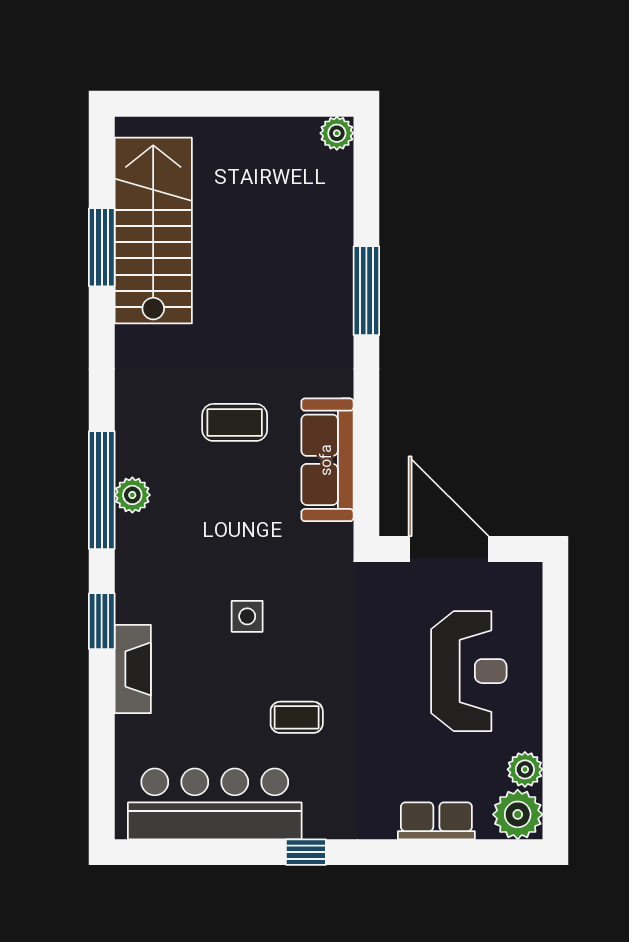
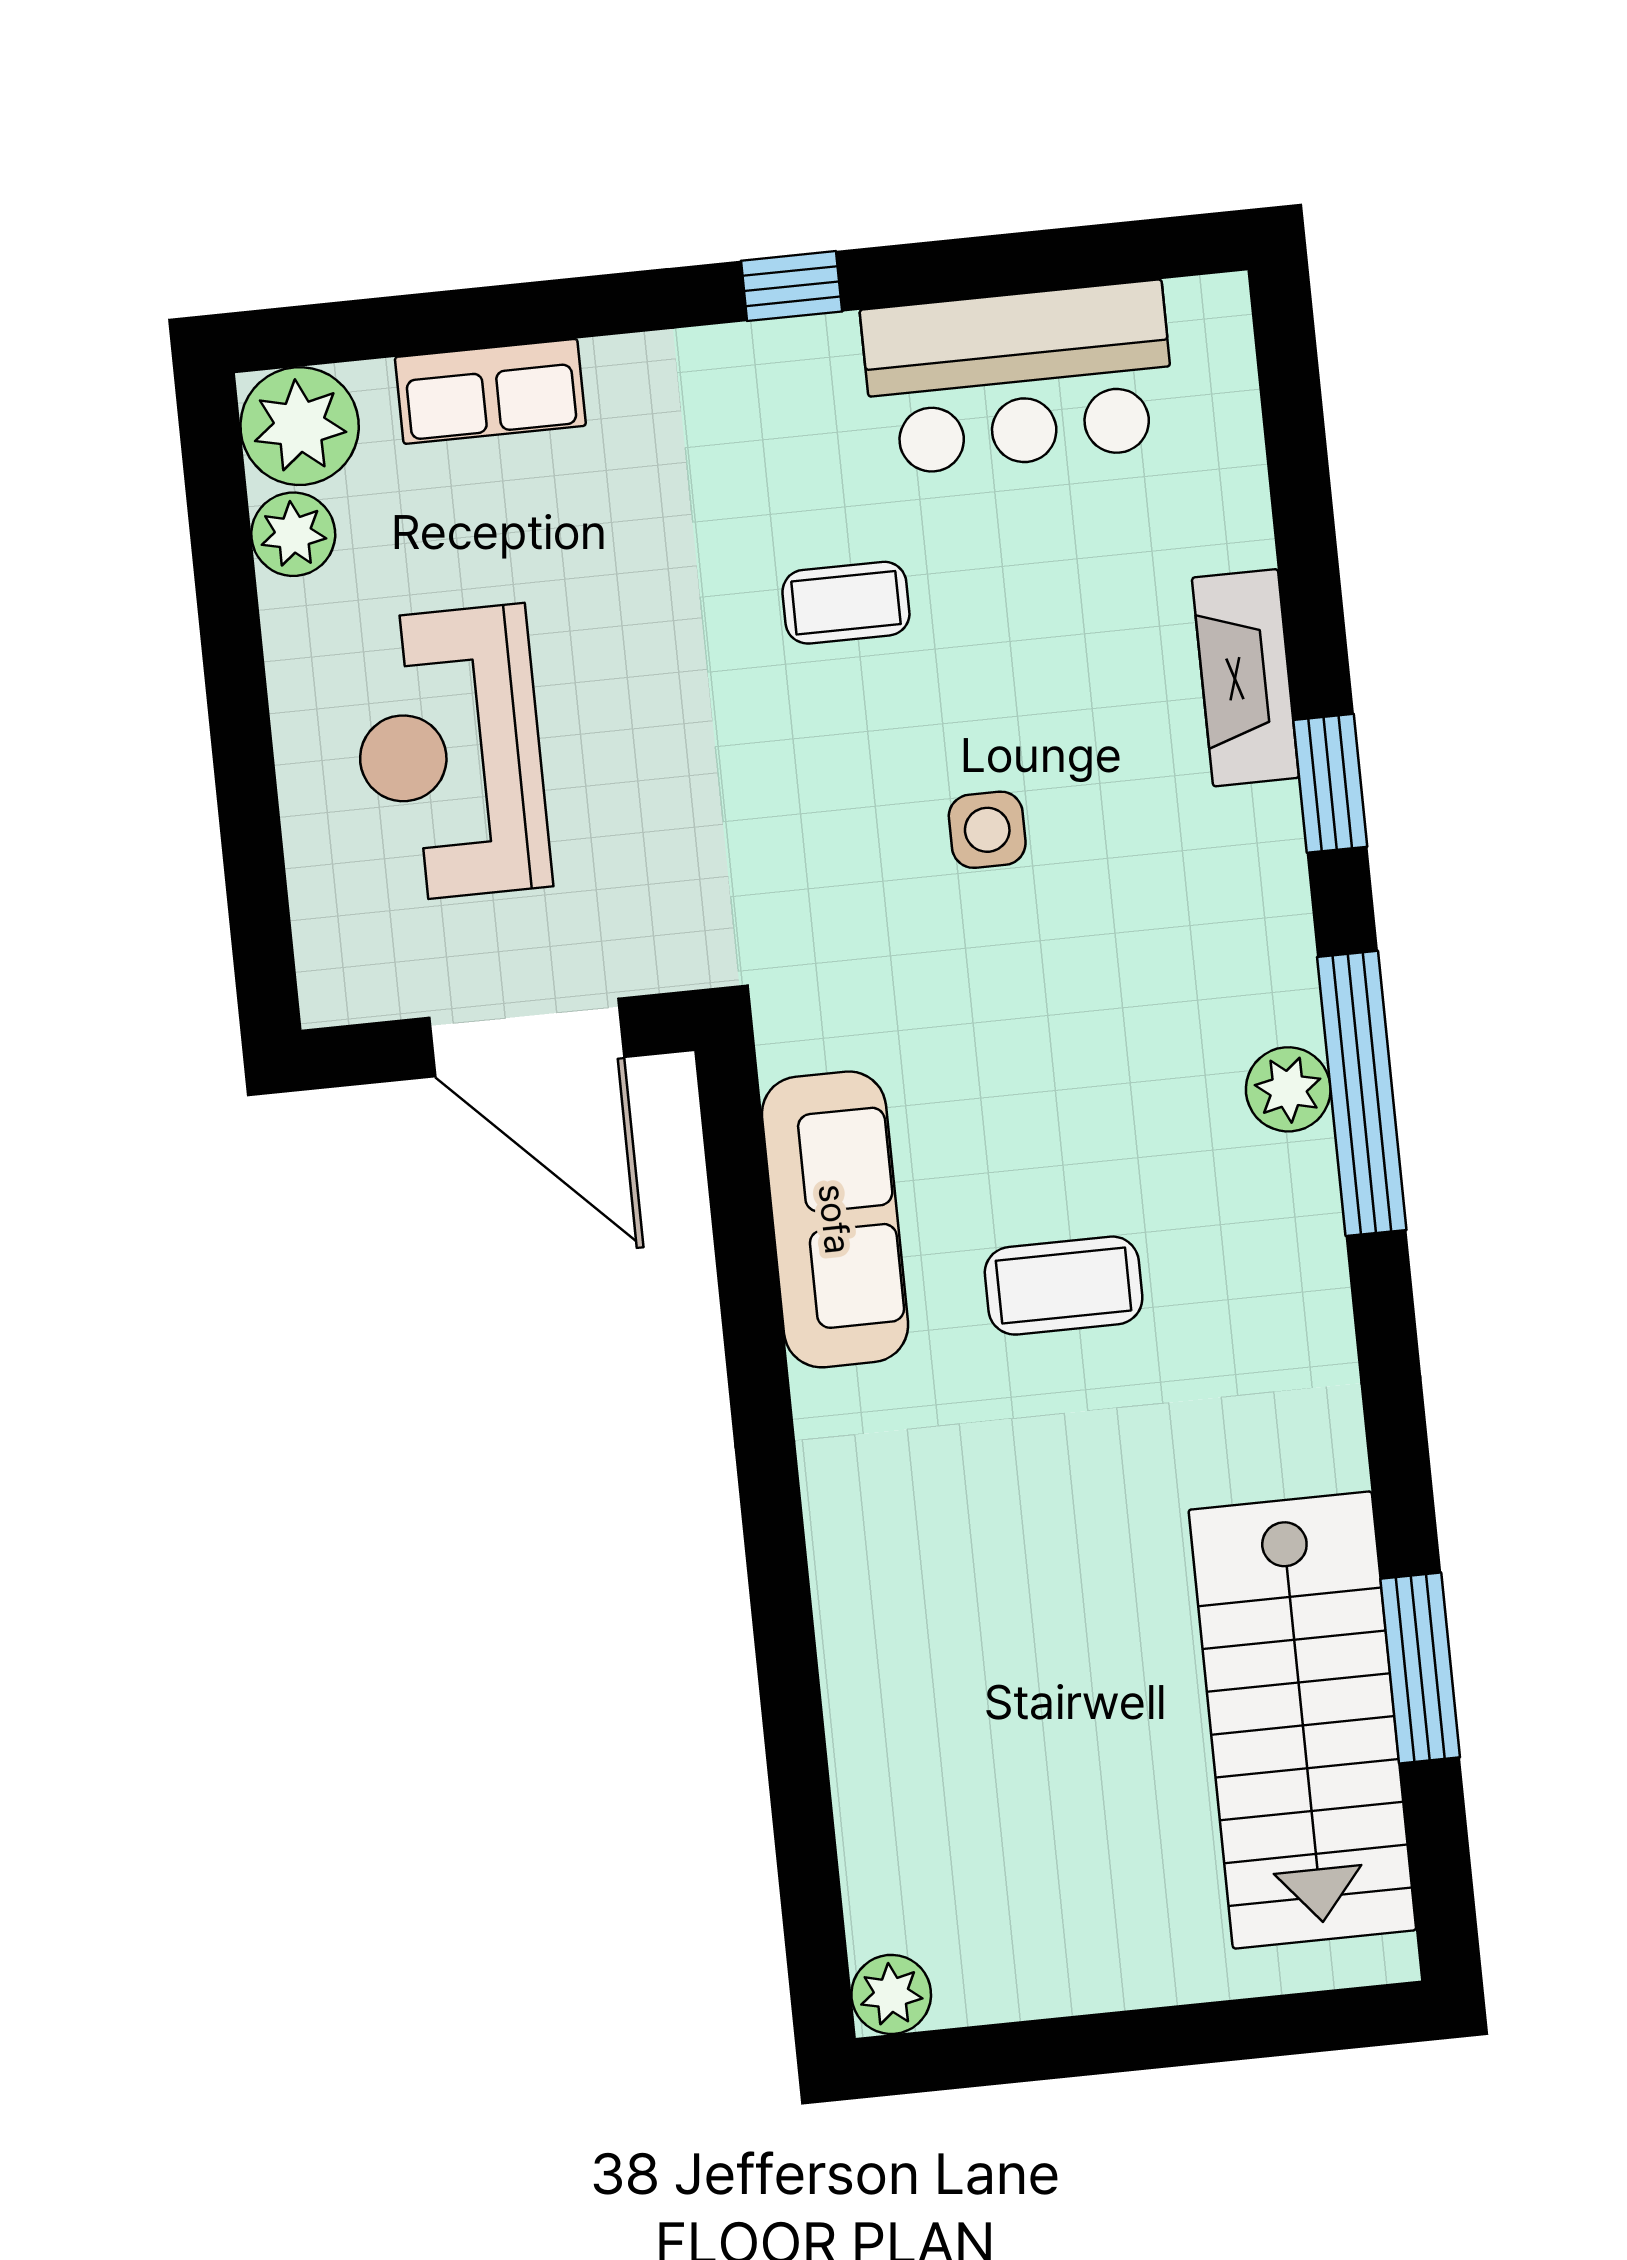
window: (366, 291) -> (784, 1629), removed
bar counter: (215, 804) -> (1019, 378), width x0.73

